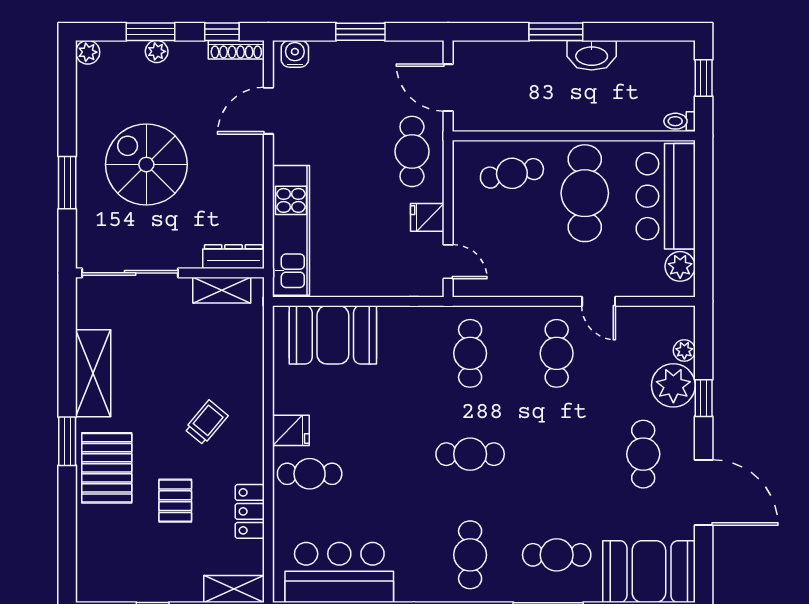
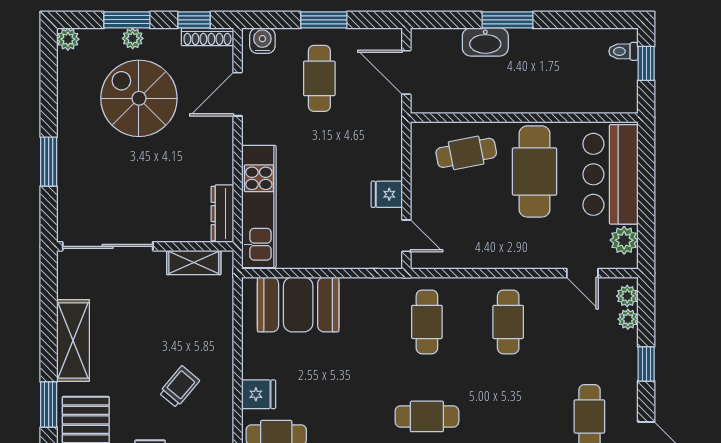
washbasin: (592, 55) -> (485, 42), moved
toilet: (680, 121) -> (623, 51), moved
cafe table: (412, 151) -> (319, 78), moved
spiral stairs: (146, 165) -> (139, 98), moved
dresser: (234, 257) -> (222, 214), moved, turned -90
door: (599, 301) -> (582, 273), moved
plant: (673, 385) -> (627, 296), moved, width x0.53, depth x0.53

